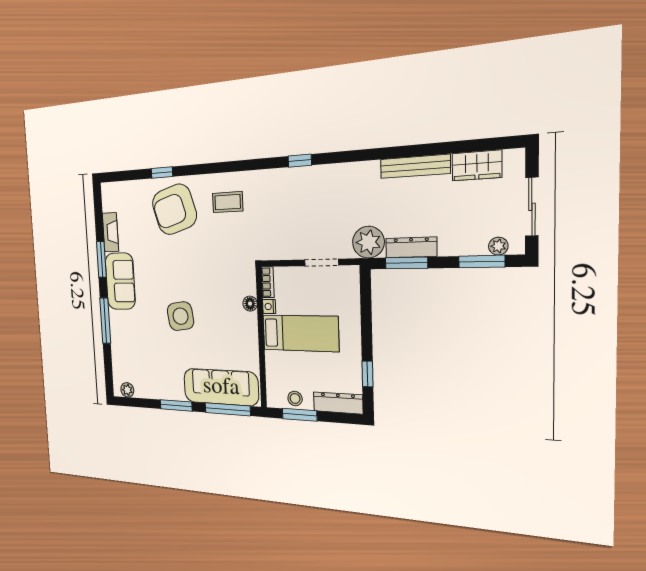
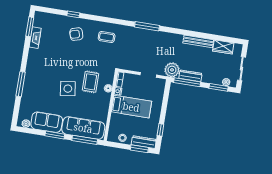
window: (300, 161) -> (147, 26), width x2.17
armchair: (174, 209) -> (76, 34), width x0.53, depth x0.53
window: (101, 260) -> (30, 27), moved
window: (406, 263) -> (187, 82), width x1.44
sofa: (120, 281) -> (47, 122), moved, turned -90
rug: (216, 297) -> (91, 82), added
window: (300, 415) -> (139, 149), moved

